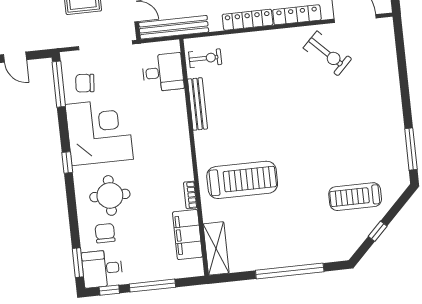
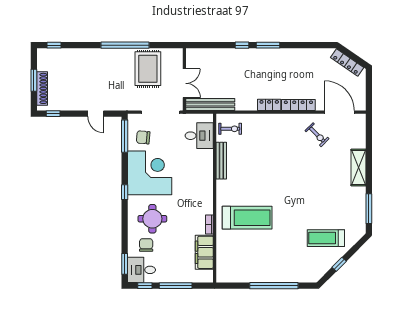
locker: (248, 20) -> (269, 105), width x0.66
exercise bike: (327, 53) -> (317, 135), width x0.73, depth x0.72
shelving: (216, 248) -> (359, 168), moved

